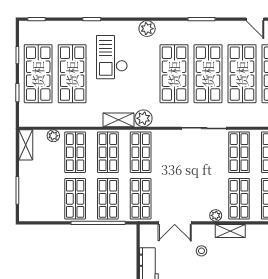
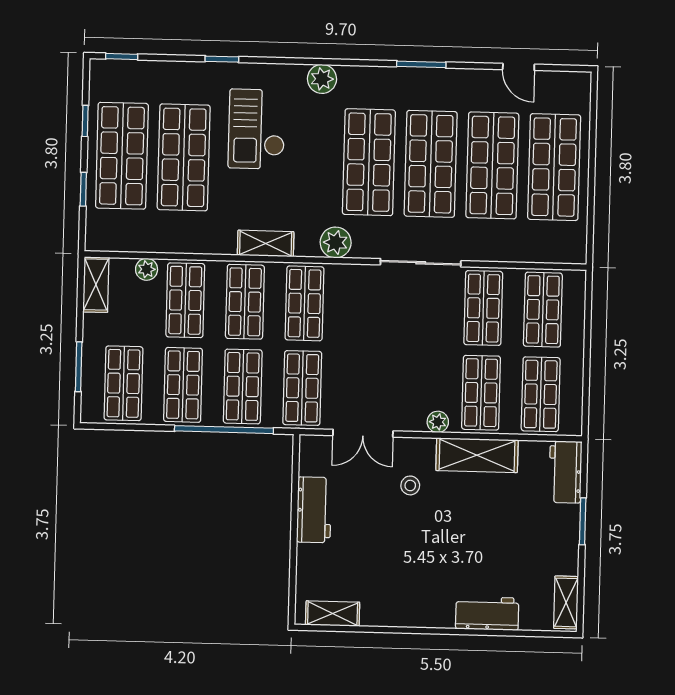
plant: (143, 118) -> (336, 242), moved
shop shelf: (42, 199) -> (123, 383), added
shelving: (230, 231) -> (477, 455), width x1.50, depth x1.33

